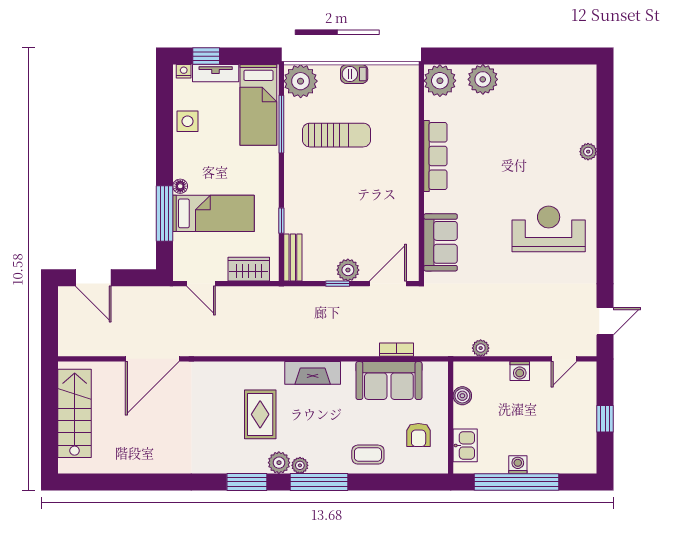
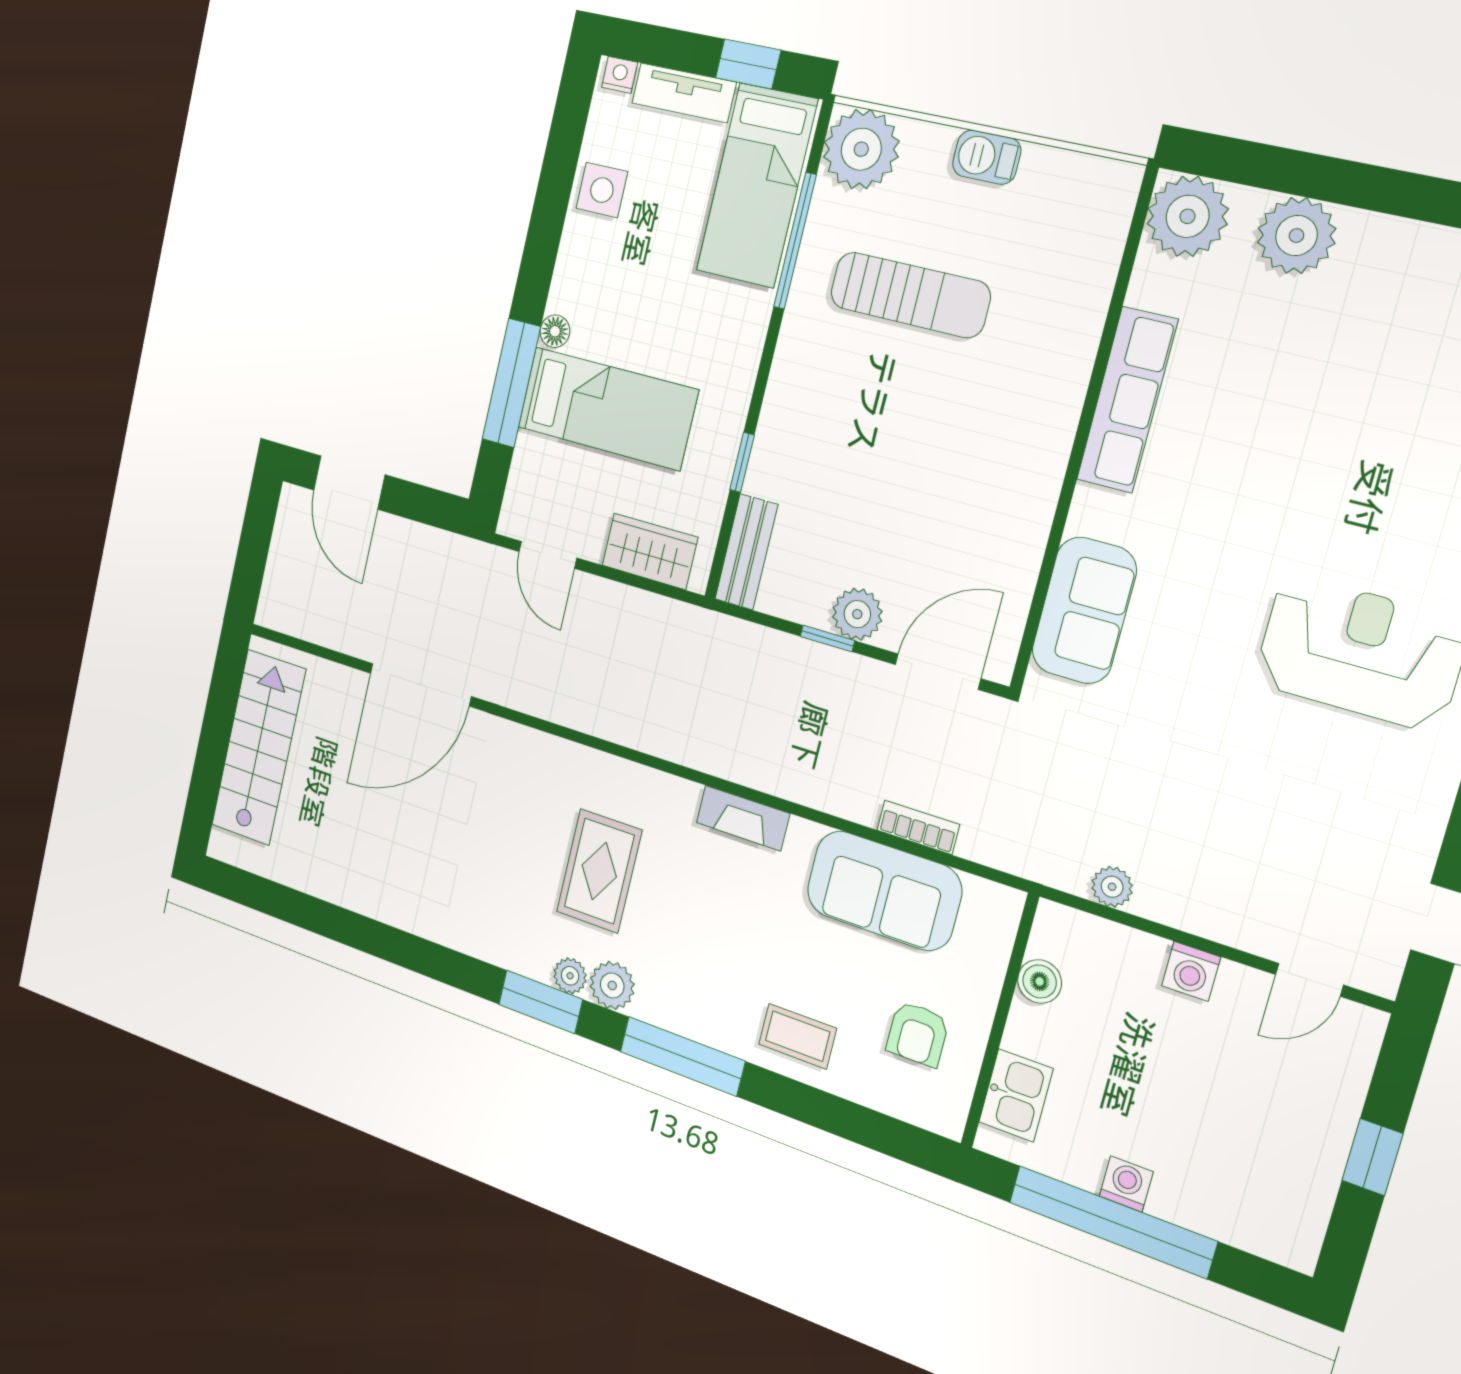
window: (206, 56) -> (748, 64), moved
fireplace: (313, 373) -> (743, 818), width x0.73, depth x0.76
plant: (300, 465) -> (570, 976), moved

